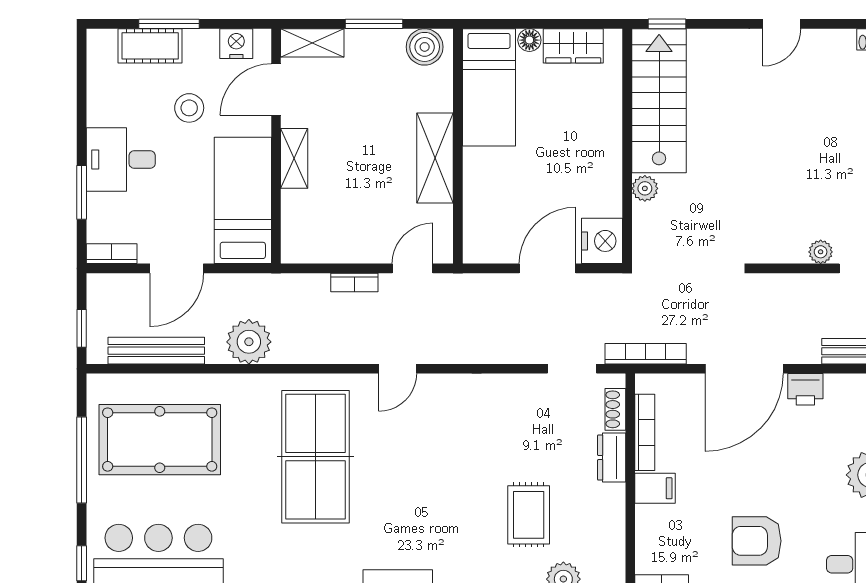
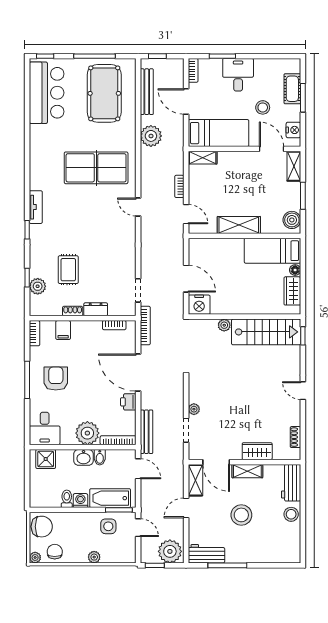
shelving: (294, 158) -> (203, 158), moved
shoe rack: (615, 409) -> (73, 311), moved
bookcase: (645, 432) -> (114, 325), width x0.64
filing cabinet: (655, 488) -> (63, 330), moved
rug: (529, 515) -> (68, 270), turned 90

